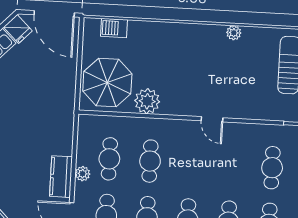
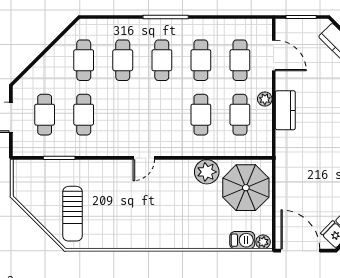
plant: (234, 33) -> (263, 242), moved
door: (212, 119) -> (144, 158), swing flipped
kitchen counter: (61, 177) -> (285, 110), moved

